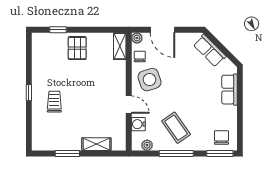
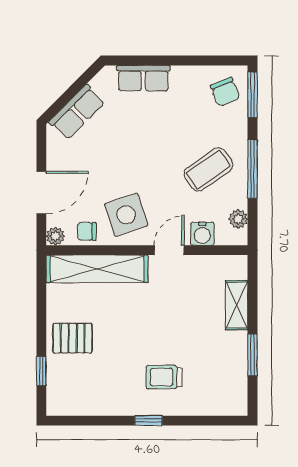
shelving: (120, 46) -> (97, 269), width x2.20, depth x1.33
chair: (221, 137) -> (225, 92), turned -112

